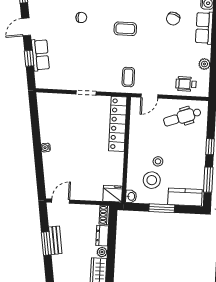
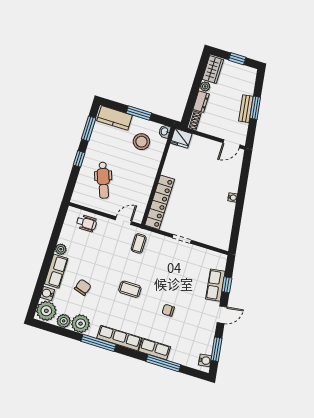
plant: (204, 64) -> (61, 249), moved
dental chair: (182, 117) -> (103, 180), moved, turned 90
stool: (158, 161) -> (131, 158), removed

